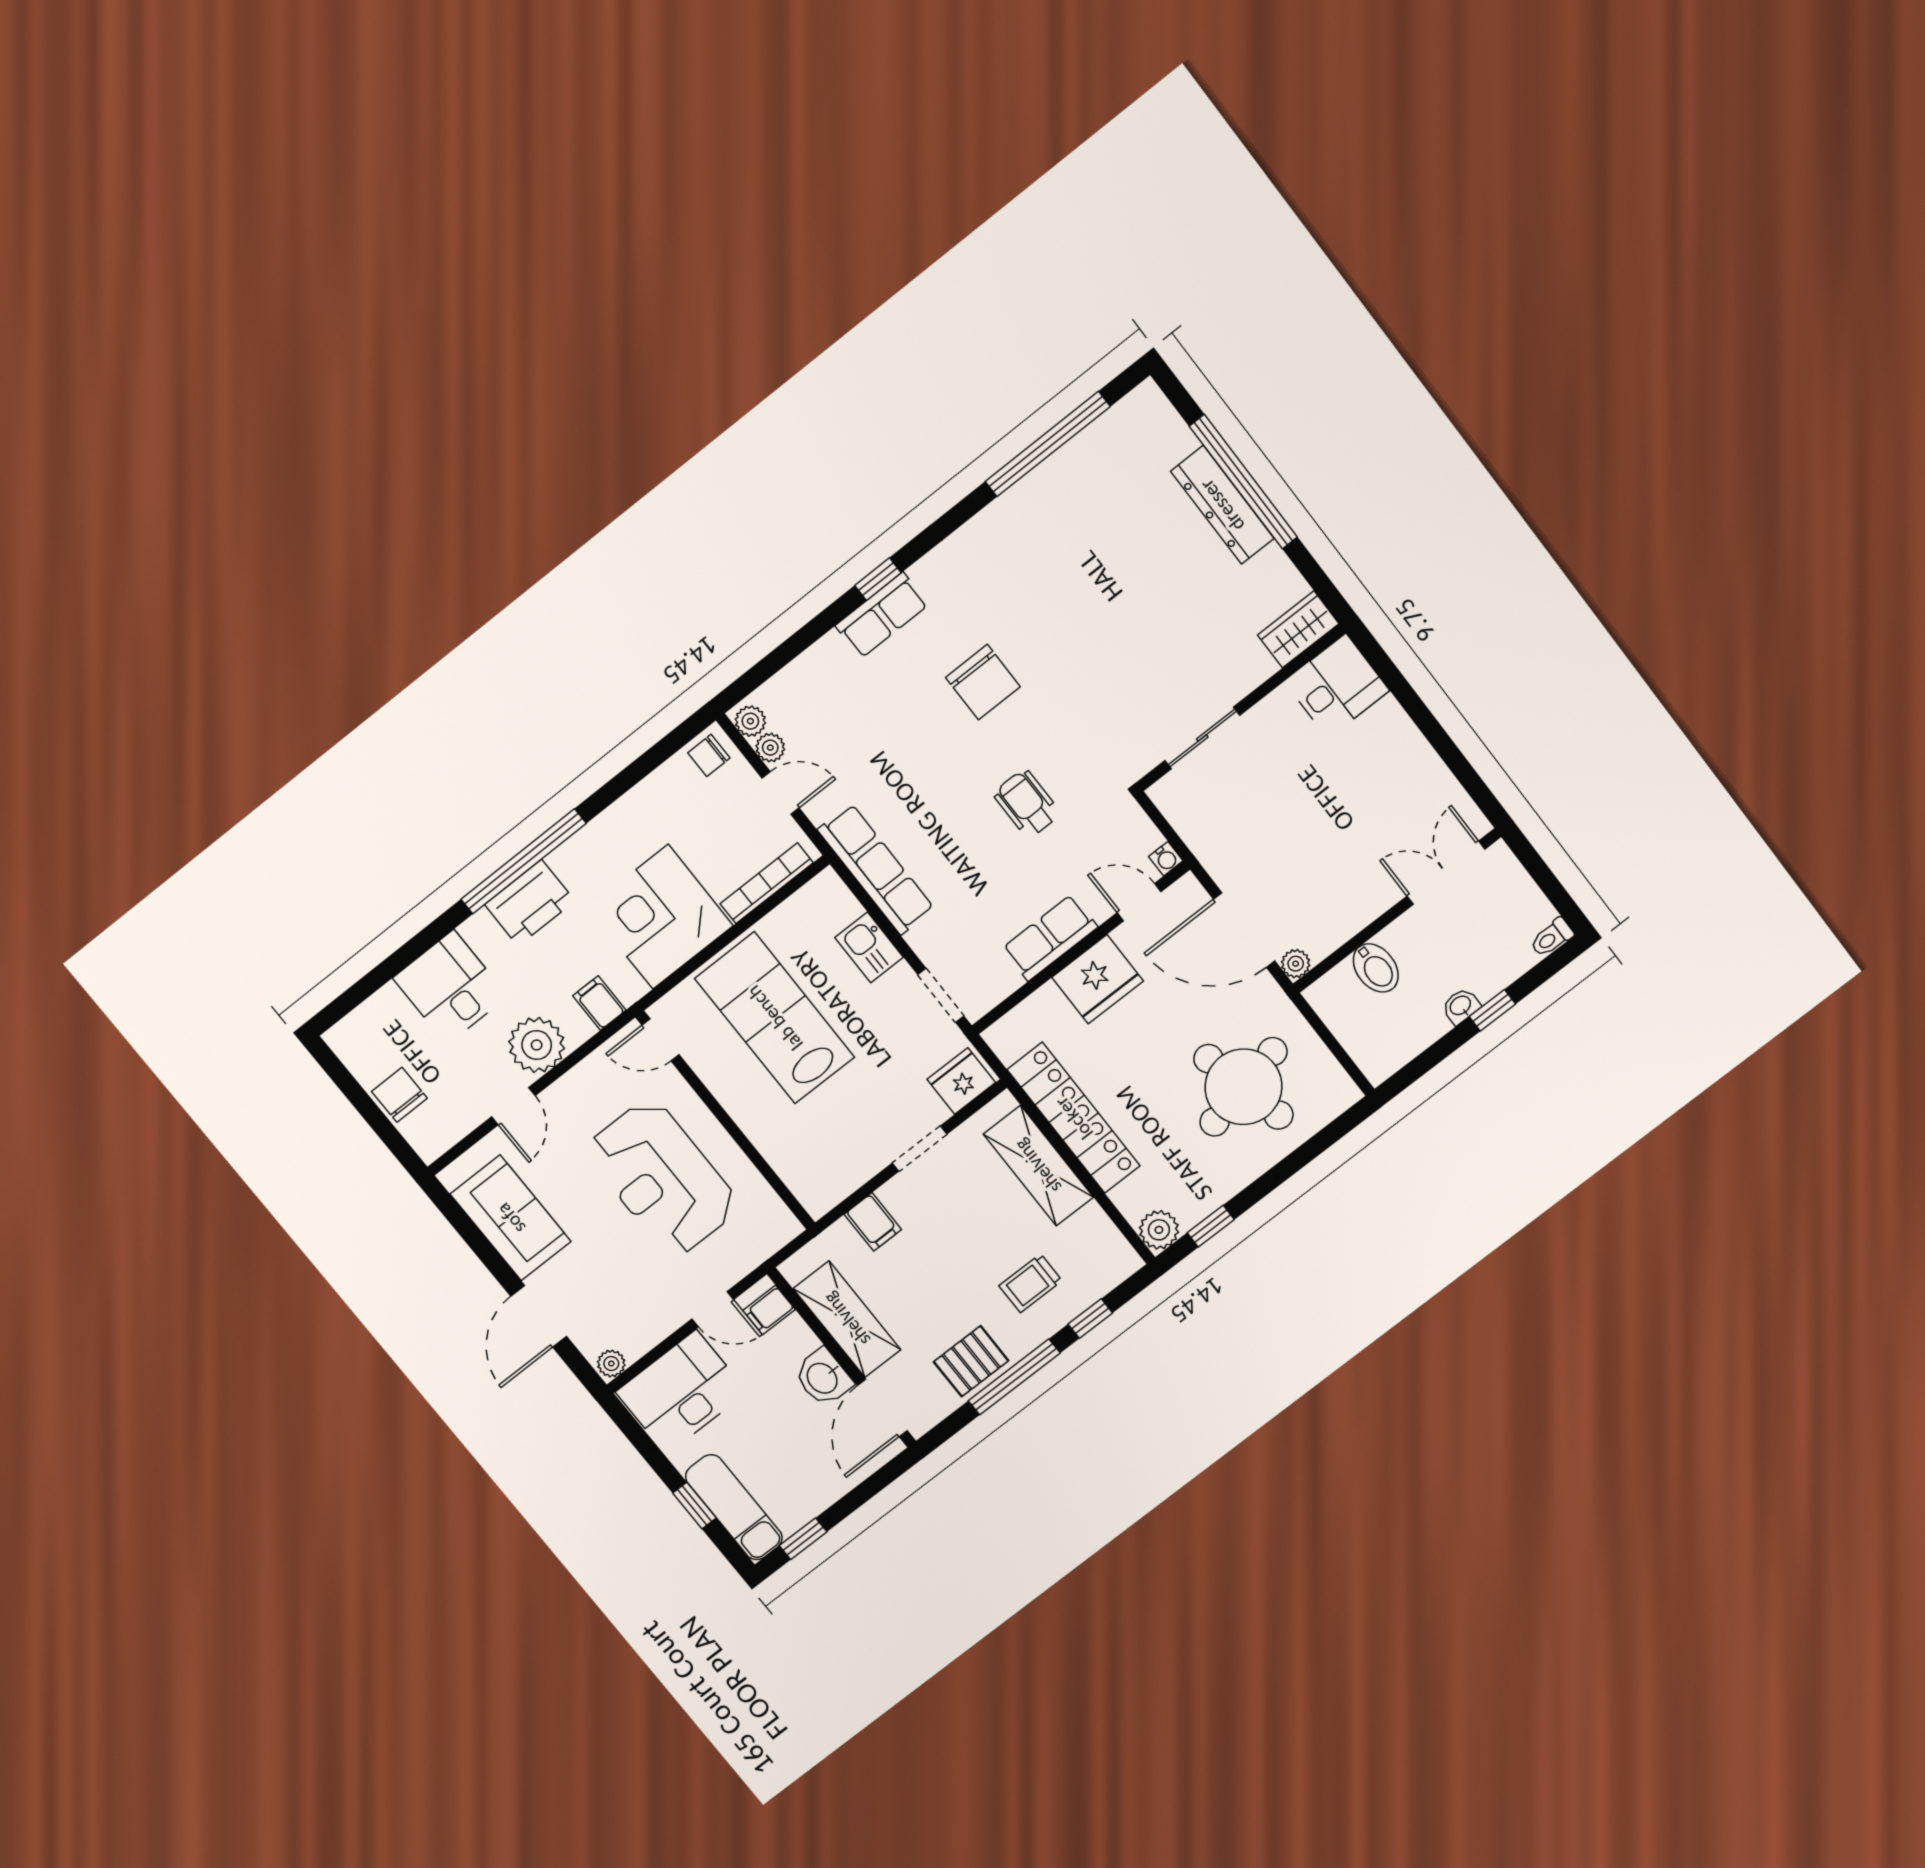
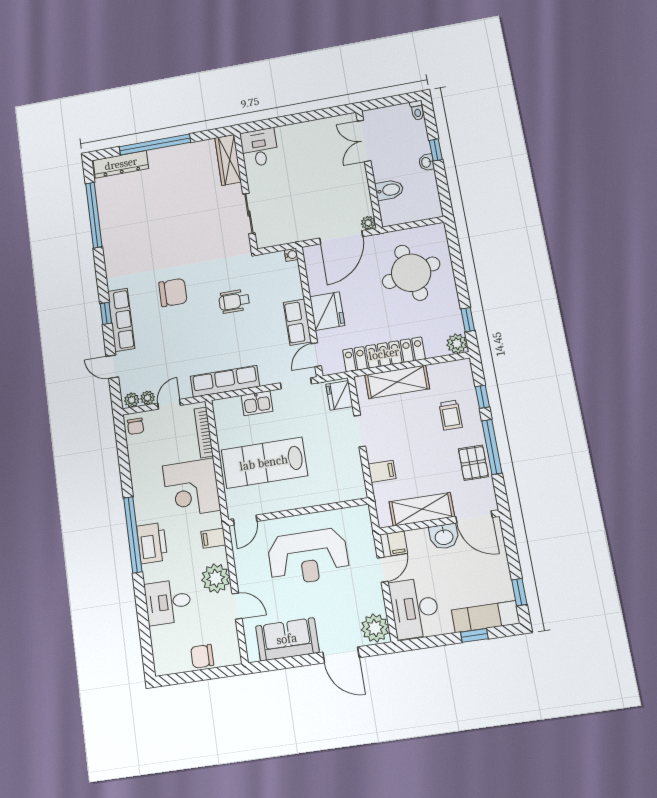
dresser: (1222, 505) -> (121, 164), moved
row of seats: (882, 615) -> (121, 320), width x1.48
wardrobe: (1298, 629) -> (228, 160), width x1.50
door: (789, 650) -> (112, 367), added
door: (1139, 902) -> (316, 355), moved
plant: (611, 1364) -> (375, 628), width x1.88, depth x1.88

